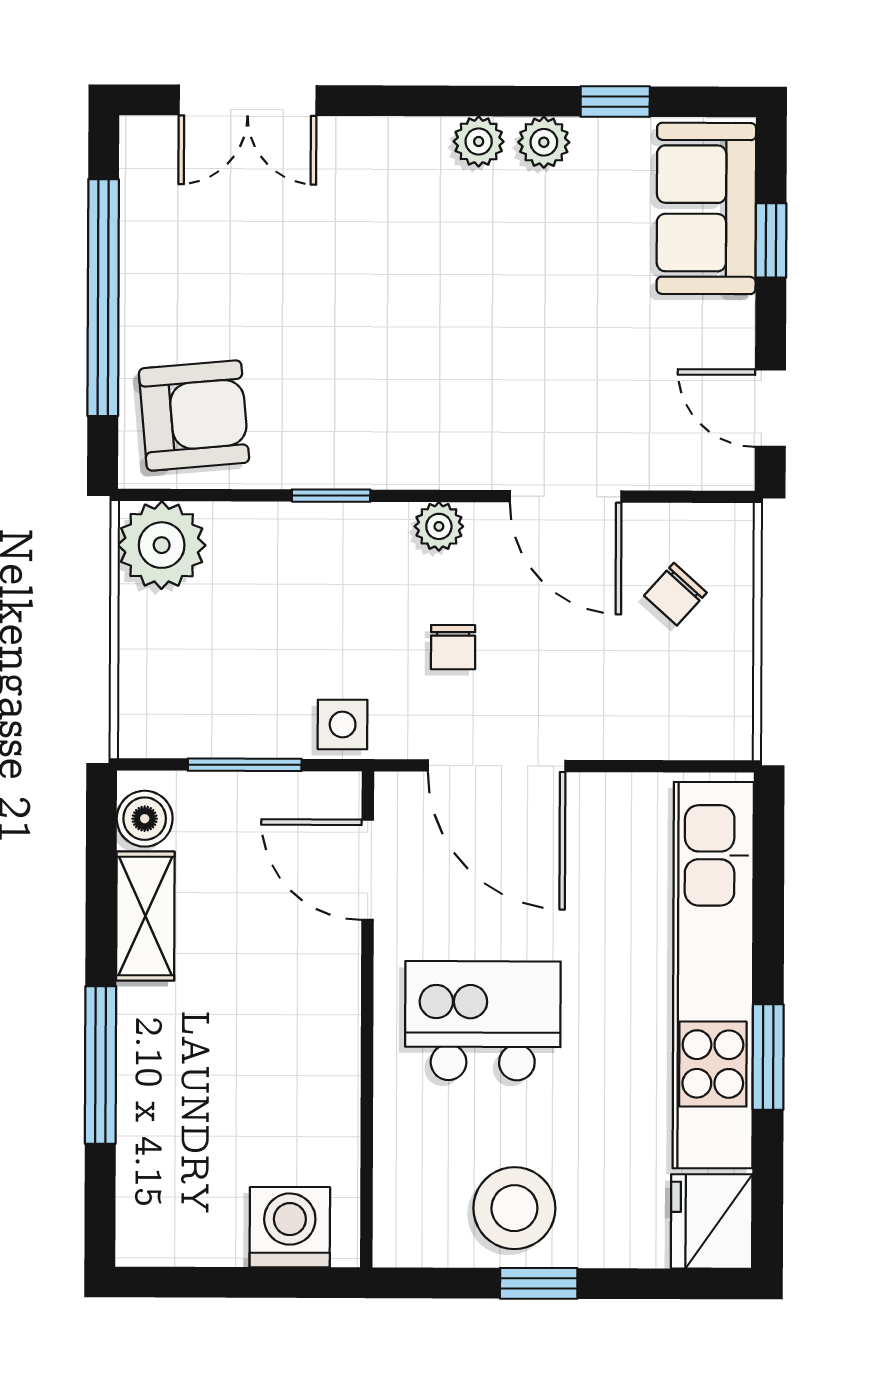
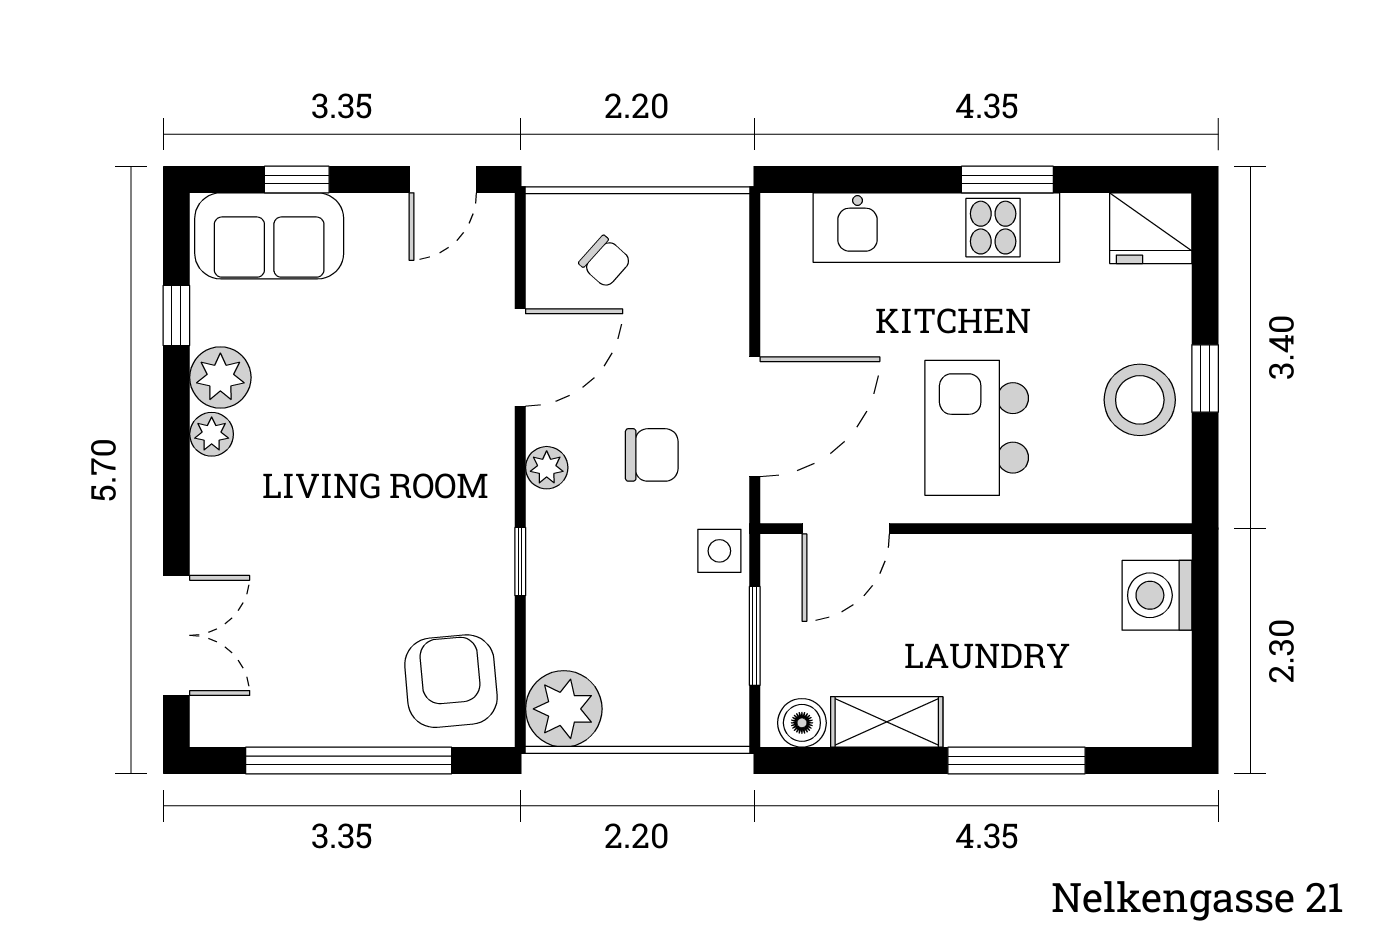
plant: (544, 142) -> (220, 377), width x1.38, depth x1.38
chair: (453, 647) -> (652, 455), width x1.37, depth x1.37
kitchen unit: (713, 975) -> (936, 228), width x0.73

